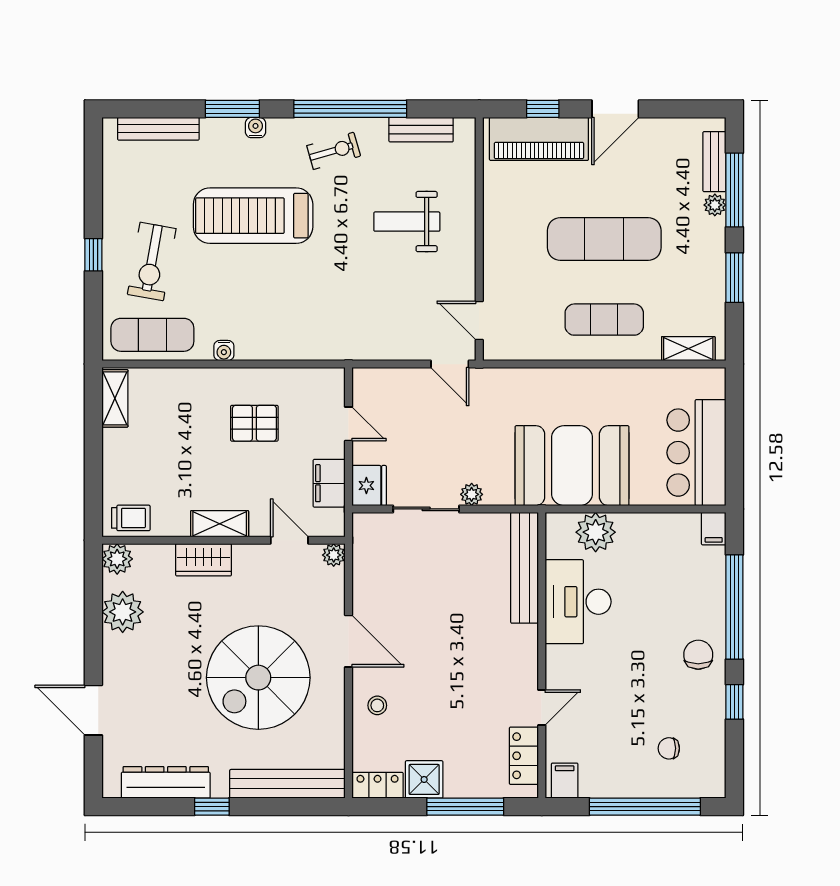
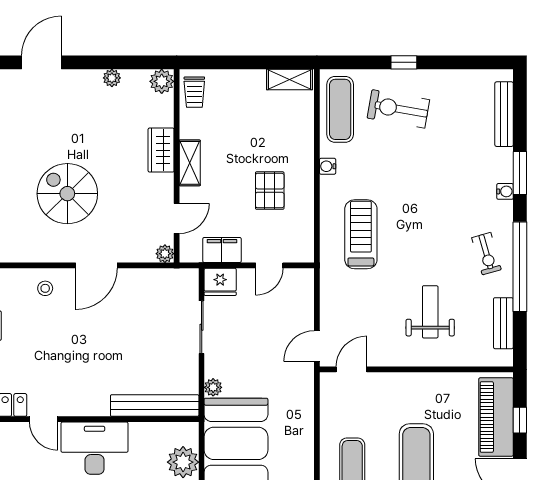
treadmill: (253, 216) -> (361, 234), moved, width x0.73, depth x0.73
plant: (472, 494) -> (213, 387), moved
desk: (578, 602) -> (95, 448), moved
plant: (123, 612) -> (112, 78), width x0.53, depth x0.53
spiral stairs: (258, 678) -> (67, 194), width x0.73, depth x0.73

